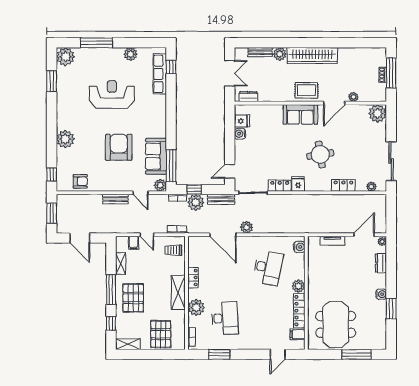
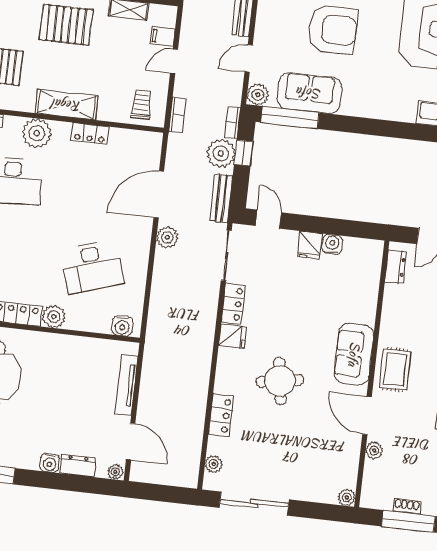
plant: (378, 113) -> (347, 497), width x0.53, depth x0.53
fridge: (242, 121) -> (310, 245), moved
tv unit: (332, 241) -> (126, 385), width x1.41
desk: (268, 268) -> (92, 267), turned -30
water cooler: (381, 294) -> (50, 463), moved

